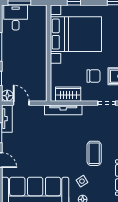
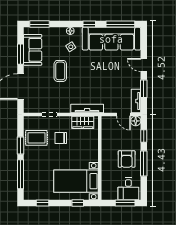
bed with nightstands: (76, 34) -> (76, 181), width x0.73
armchair: (18, 52) -> (127, 159), added

